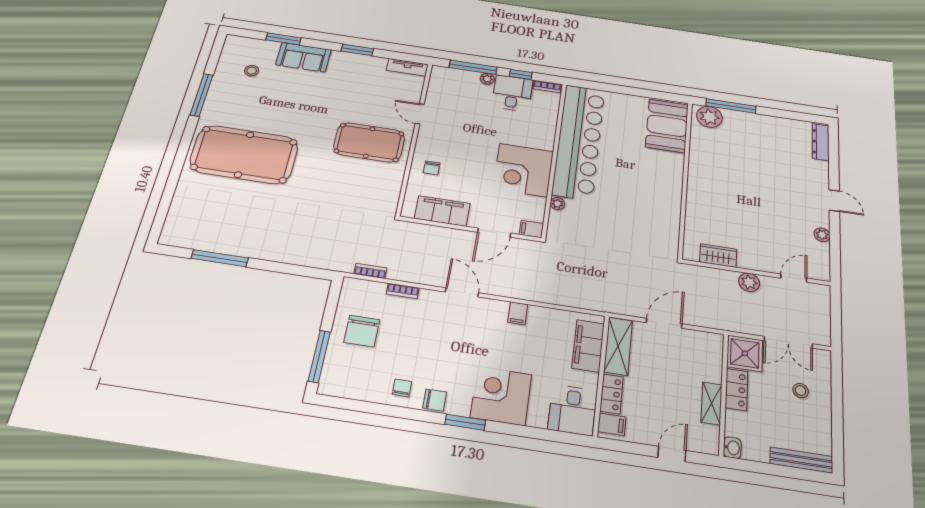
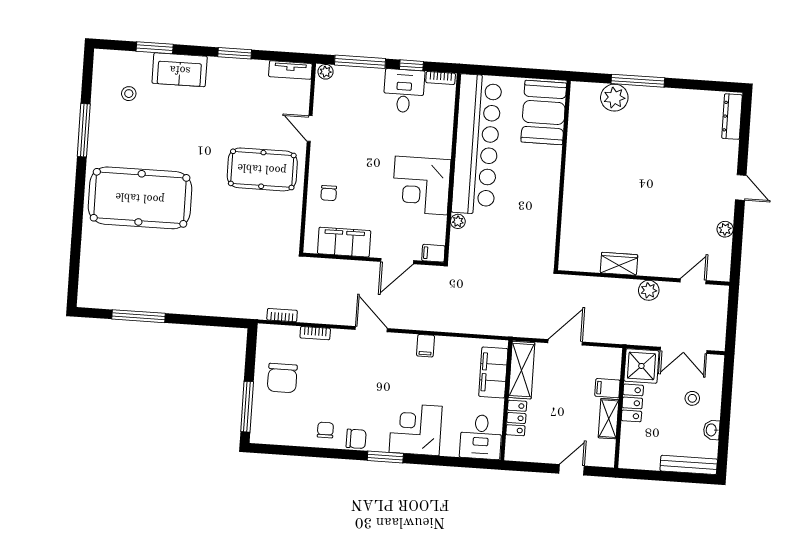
plant: (487, 79) -> (326, 72), moved
booth: (667, 126) -> (544, 112), moved
wall: (685, 178) -> (562, 175), moved
filing cabinet: (612, 424) -> (607, 388), moved, turned 180
washbasin: (732, 448) -> (712, 430), moved, turned 180

